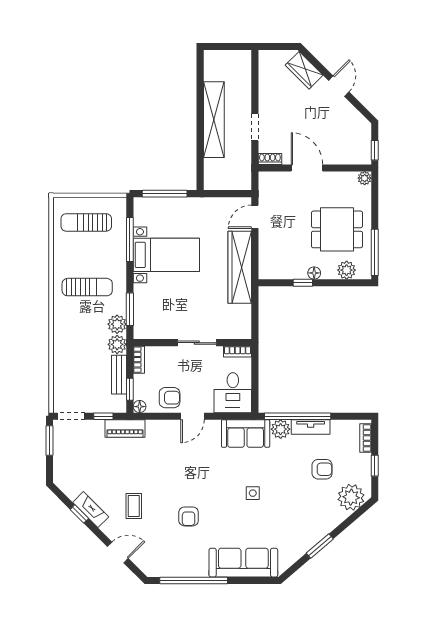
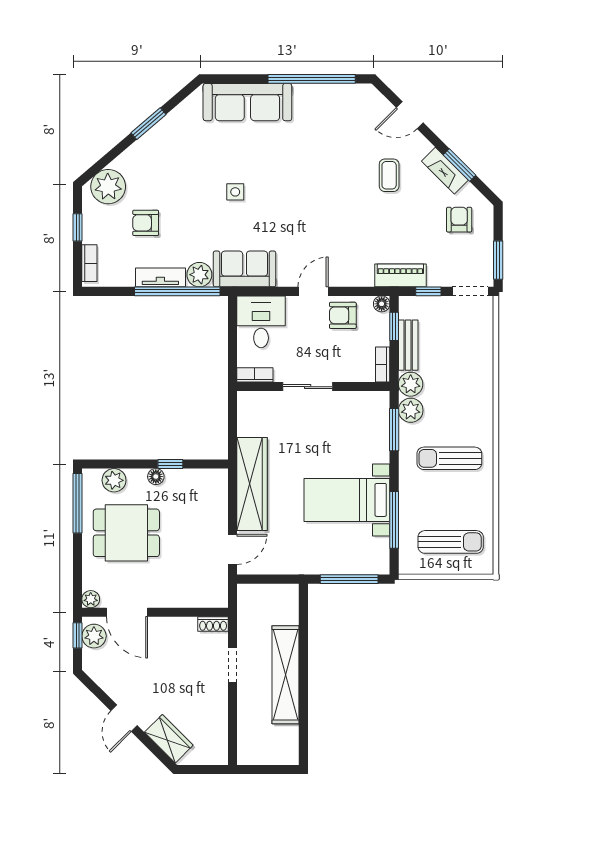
plant: (362, 150) -> (94, 636), added
door: (307, 168) -> (127, 612), moved
window: (79, 514) -> (460, 165), width x1.50
armchair: (189, 516) -> (459, 220), moved

